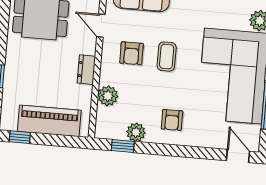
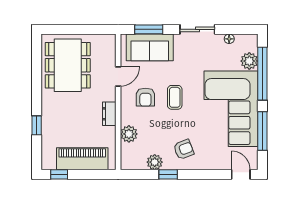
door: (101, 26) -> (118, 76), swing flipped
armchair: (172, 120) -> (184, 149), turned -111
window: (123, 146) -> (168, 174), moved

